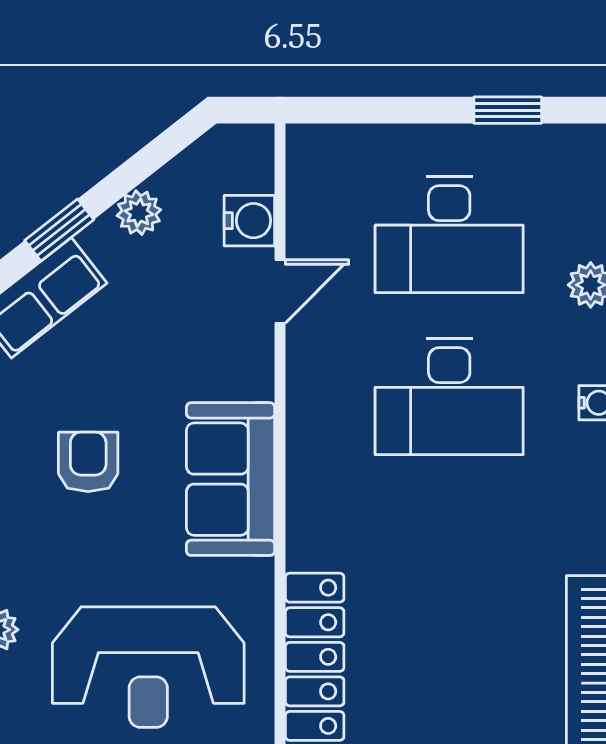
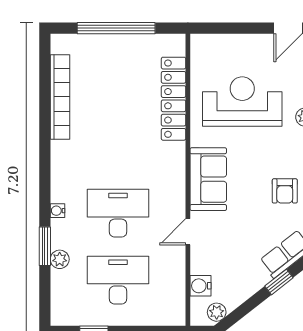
plant: (139, 213) -> (217, 312), moved
door: (280, 291) -> (188, 232), moved
armchair: (88, 462) -> (285, 191), moved

